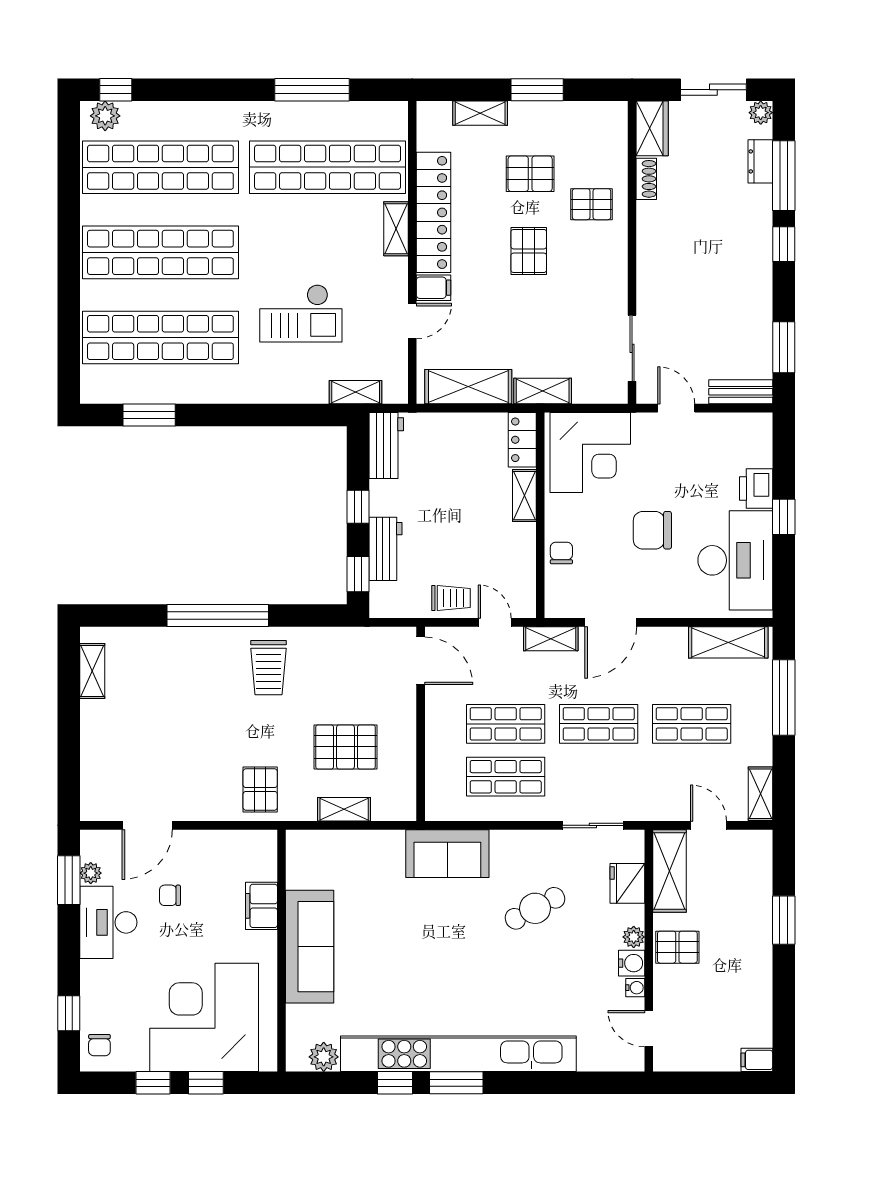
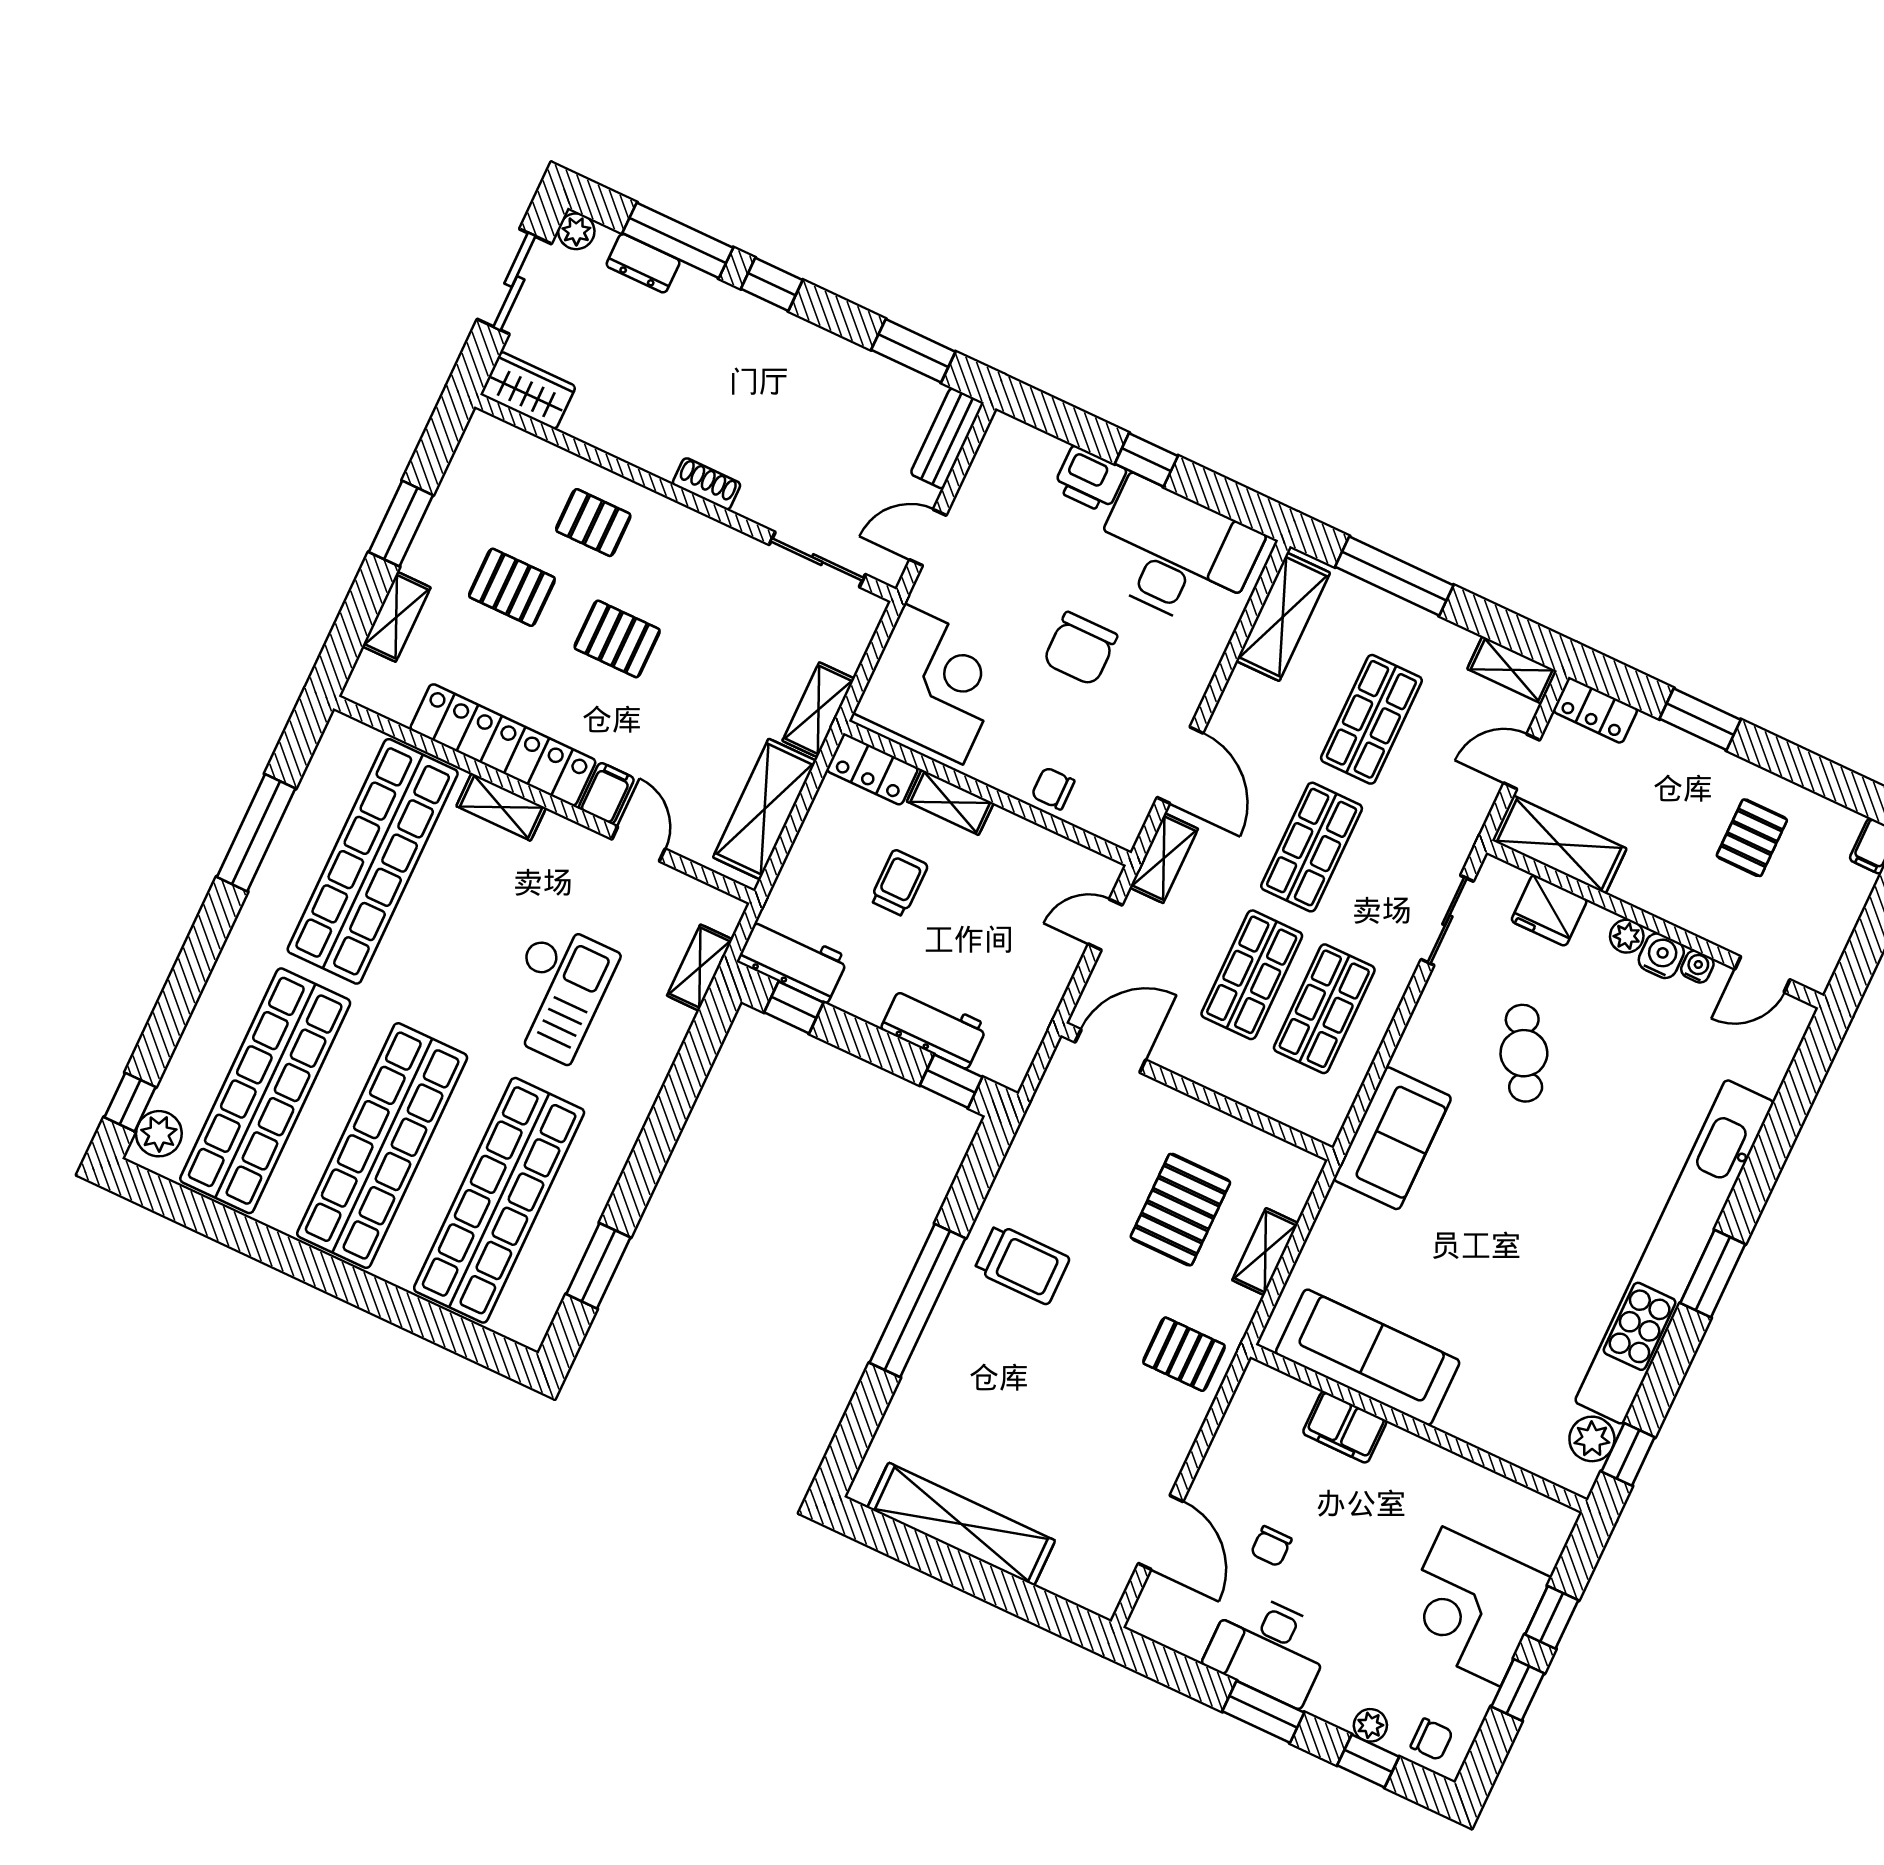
pallet: (530, 174) -> (512, 587), turned 90
shoe rack: (646, 179) -> (707, 484), moved
pallet: (592, 204) -> (593, 523), turned 90
window: (358, 507) -> (794, 1007), moved
trolley: (451, 598) -> (899, 883), moved
shelving: (92, 671) -> (961, 1524), width x2.20, depth x1.33
locker: (760, 855) -> (1595, 710), added
plant: (91, 873) -> (1370, 1725), moved
window: (69, 880) -> (1263, 1712), moved
sofa: (310, 947) -> (1368, 1357), moved
pallet: (677, 947) -> (1752, 838), moved
corner desk: (204, 1017) -> (1471, 1607), width x0.74, depth x0.74
window: (395, 1083) -> (1628, 1454), moved

